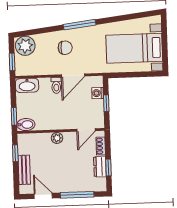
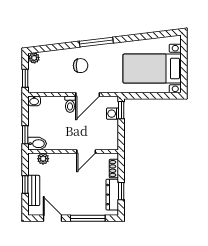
plant: (25, 46) -> (34, 58), width x0.53, depth x0.53
washbasin: (27, 85) -> (34, 101), width x0.52, depth x0.69
window: (106, 103) -> (121, 110), moved
door: (86, 130) -> (86, 151), moved
plant: (57, 138) -> (43, 159), moved
window: (15, 153) -> (25, 185), moved
dresser: (100, 167) -> (112, 195), width x1.44

